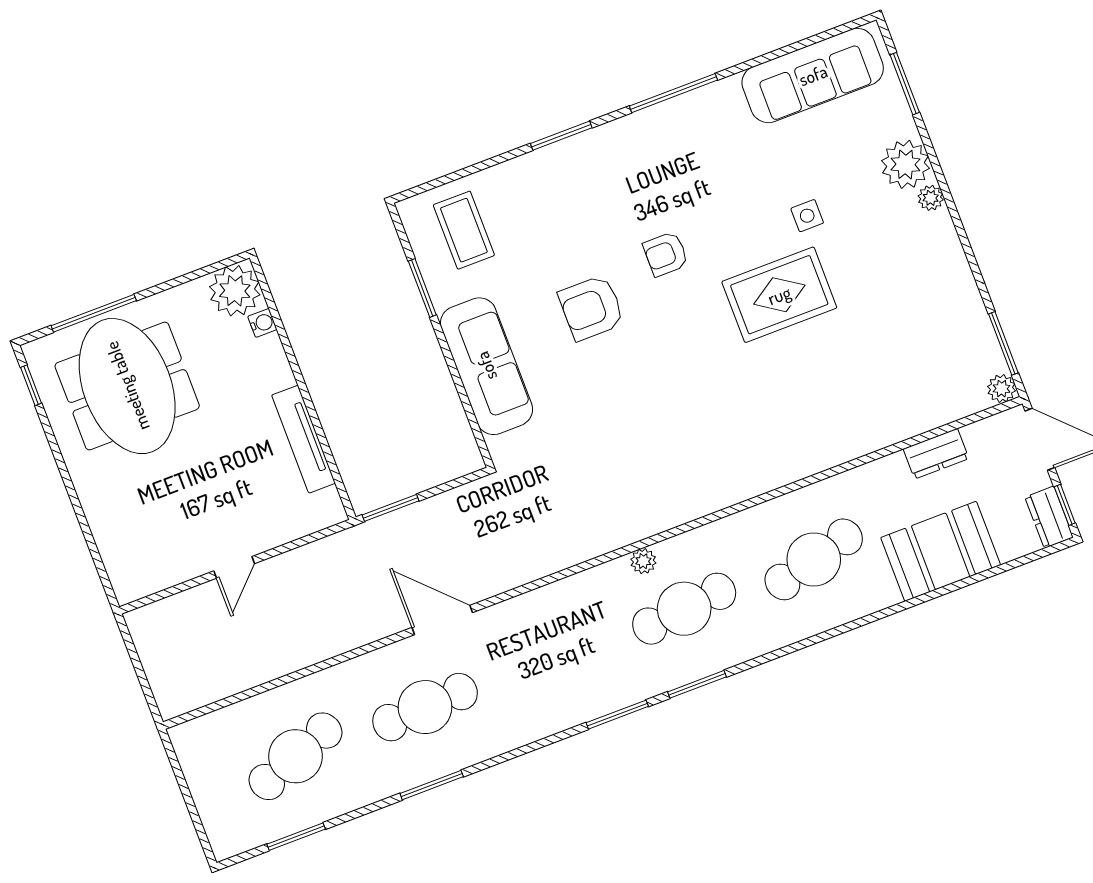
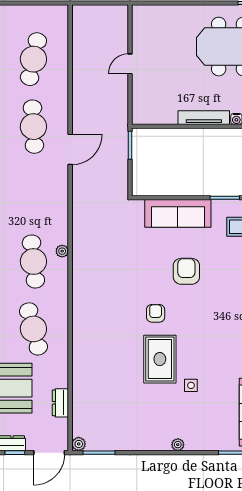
plant: (906, 164) -> (197, 439), removed
armchair: (666, 254) -> (156, 313), moved
tv unit: (303, 439) -> (204, 118), moved
door: (234, 567) -> (130, 64), hinge flipped
cafe table: (295, 756) -> (33, 59), turned 33

